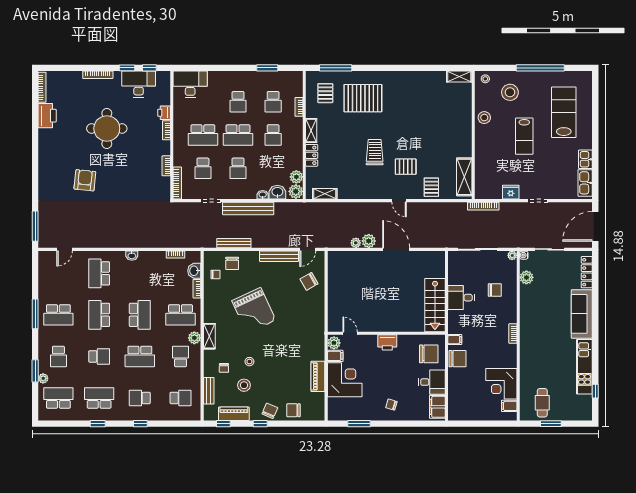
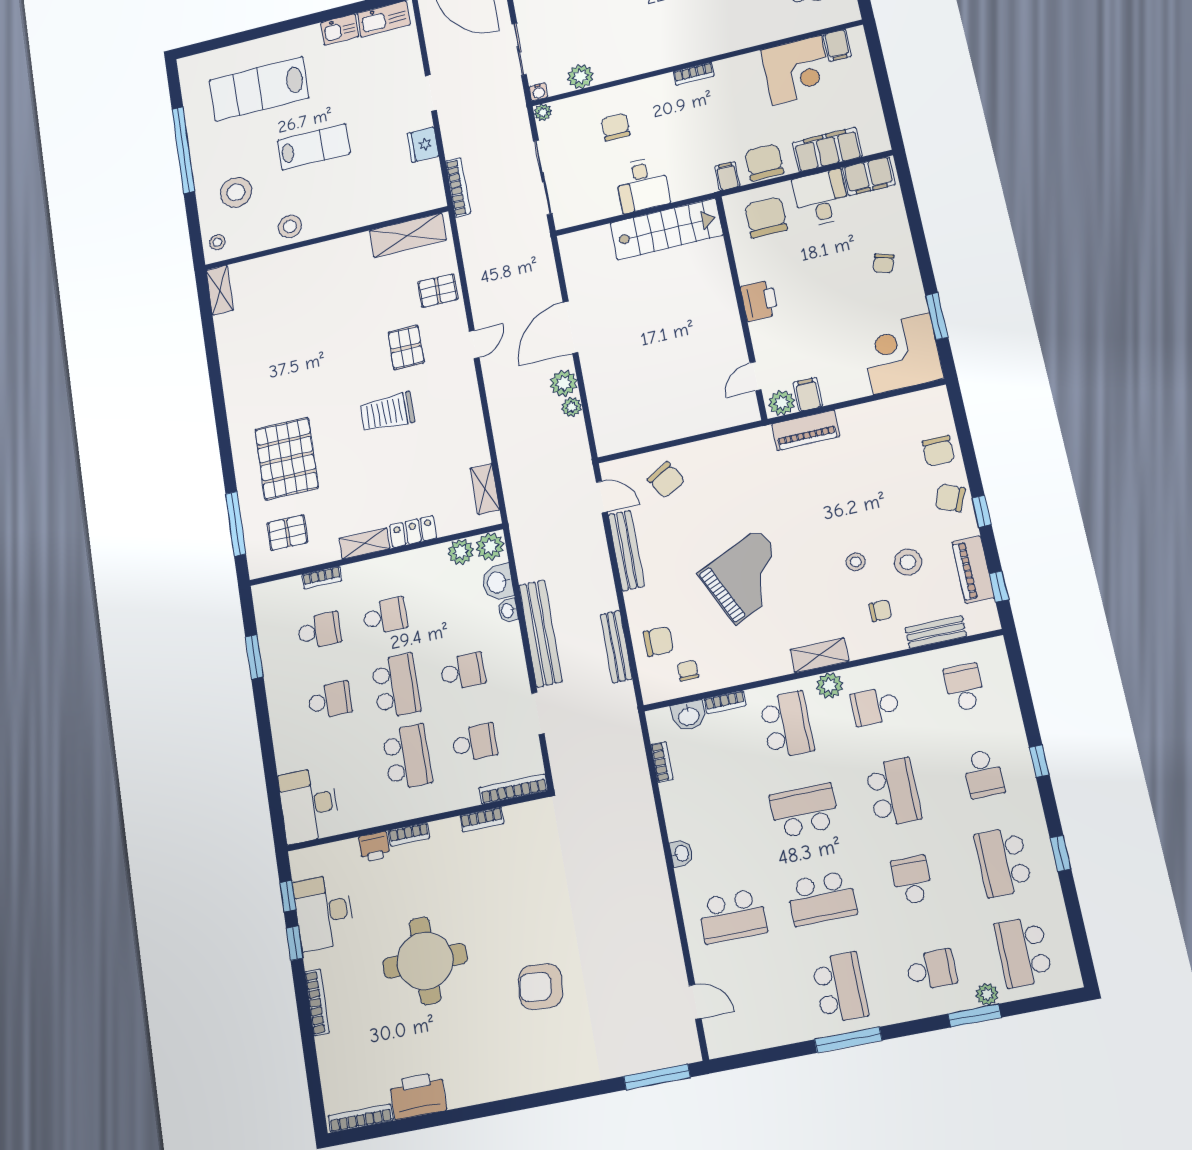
piano: (318, 376) -> (806, 430), moved
corner desk: (345, 380) -> (901, 354), moved
filing cabinet: (456, 390) -> (827, 149), added

